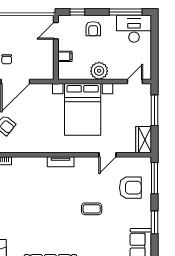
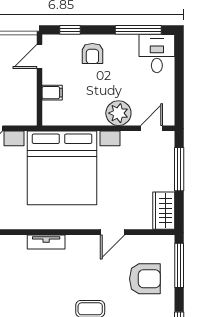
desk: (134, 29) -> (157, 54), width x0.73
plant: (99, 71) -> (118, 113), moved
bed with nightstands: (83, 109) -> (62, 168), width x1.36

